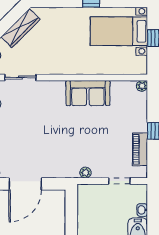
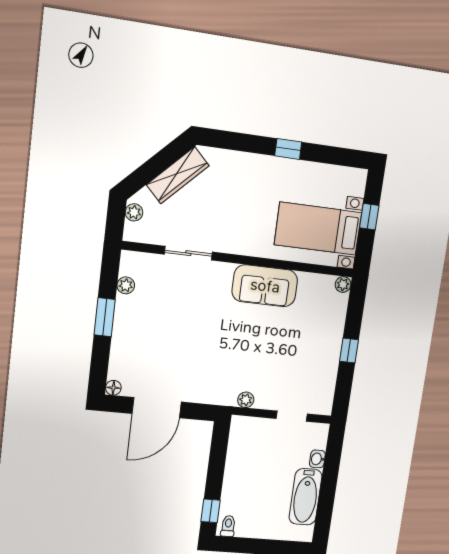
bed with nightstands: (119, 31) -> (318, 229), moved
sliding door: (20, 78) -> (188, 253), moved
piano: (140, 149) -> (327, 375), removed

